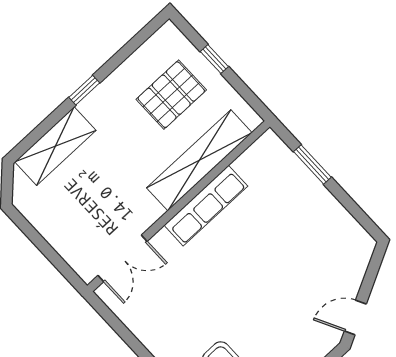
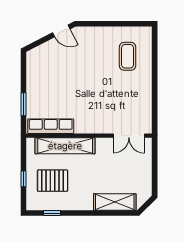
window: (84, 90) -> (52, 213), moved
row of seats: (206, 206) -> (51, 126), moved
double door: (122, 258) -> (129, 136), swing flipped

